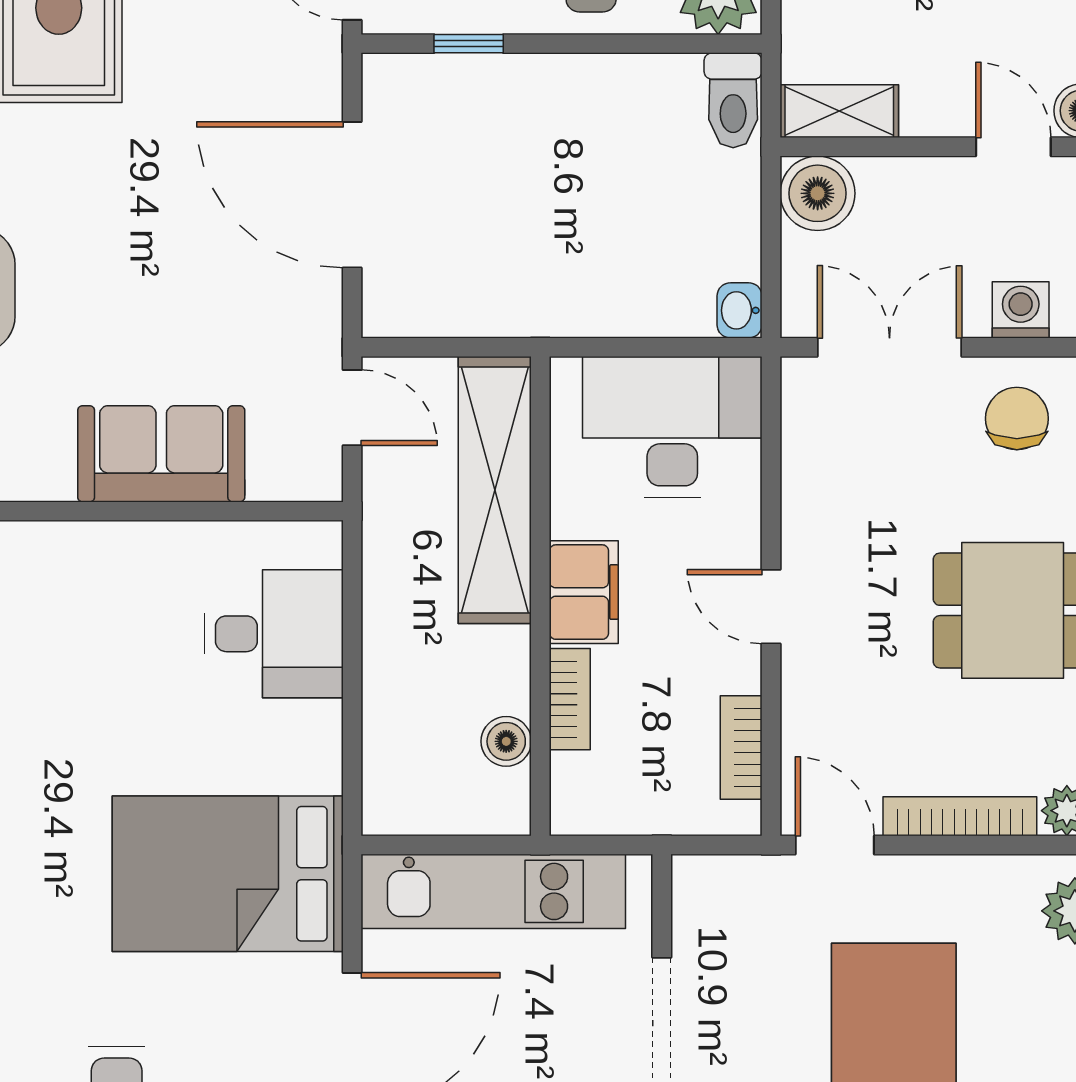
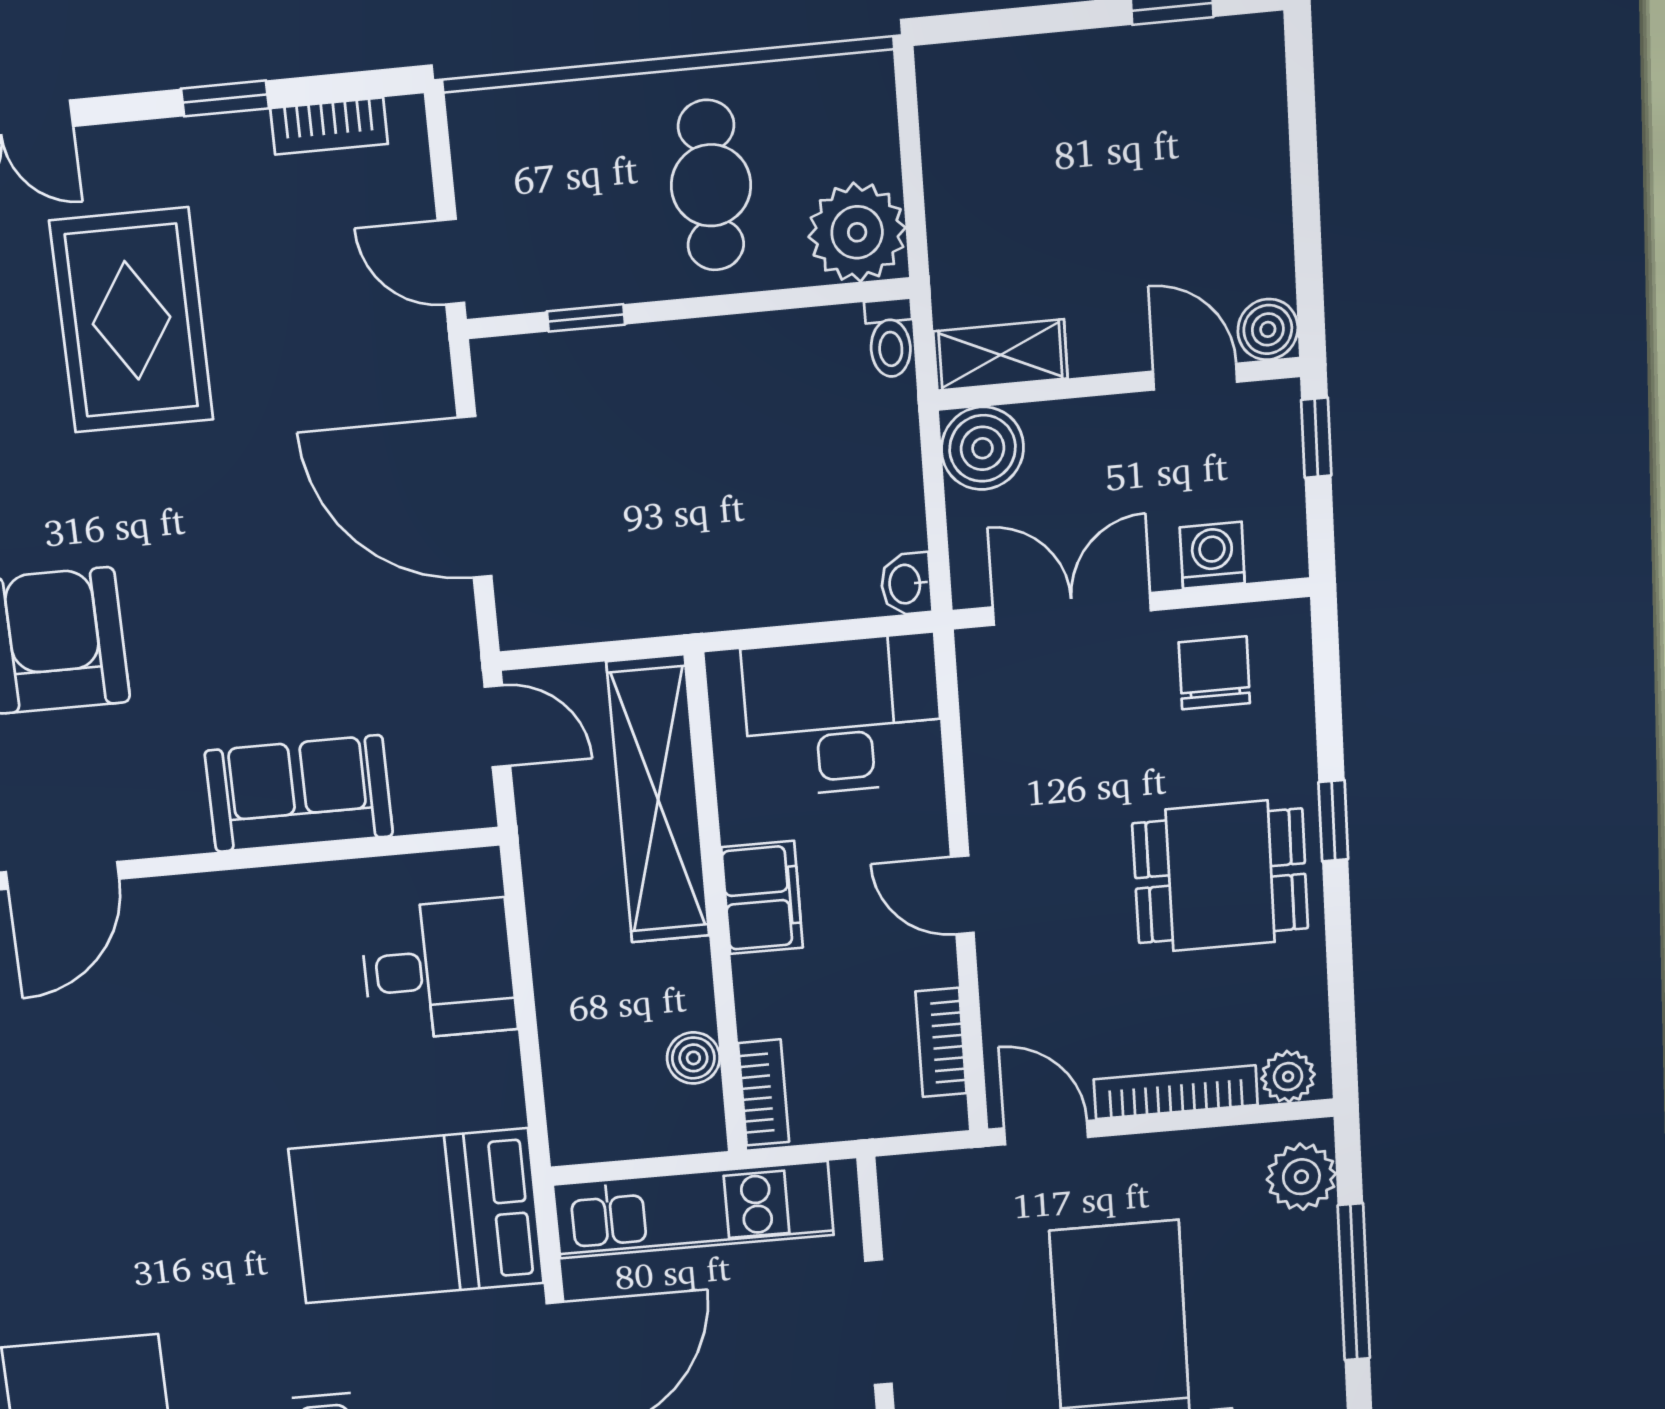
toilet: (733, 100) -> (890, 338), width x0.73, depth x0.72
bookcase: (570, 699) -> (764, 1093), moved

